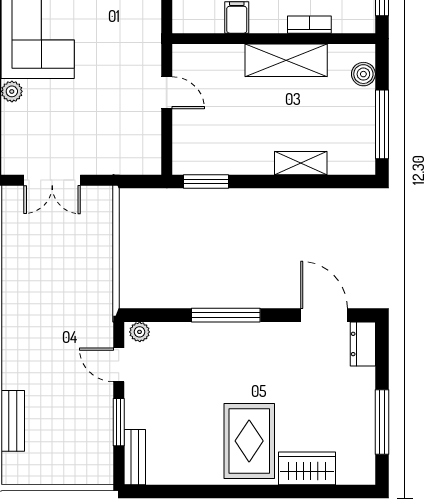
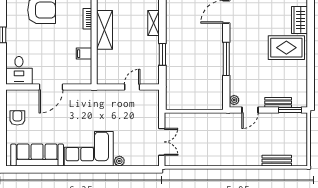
door: (167, 93) -> (132, 87), moved
window: (206, 182) -> (162, 54), moved
window: (119, 422) -> (290, 110), moved
bench: (135, 457) -> (278, 102), moved

